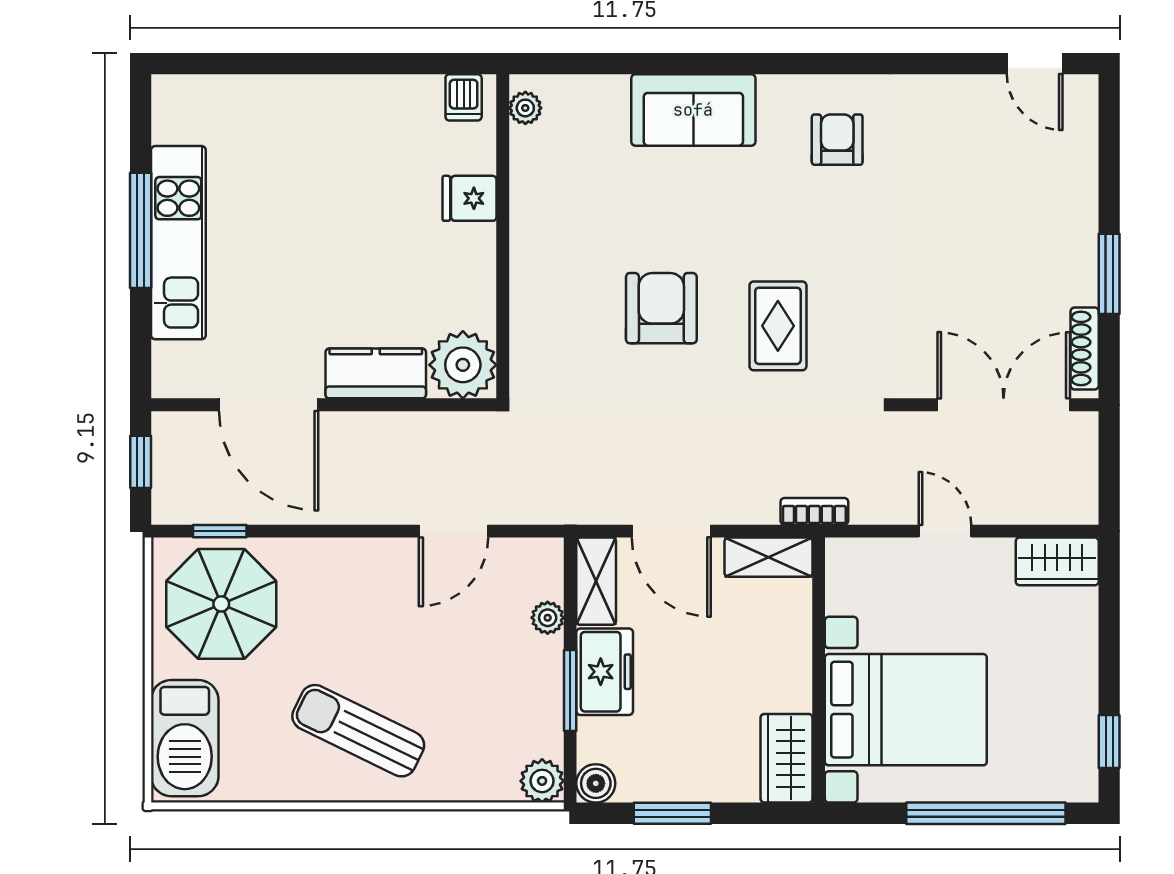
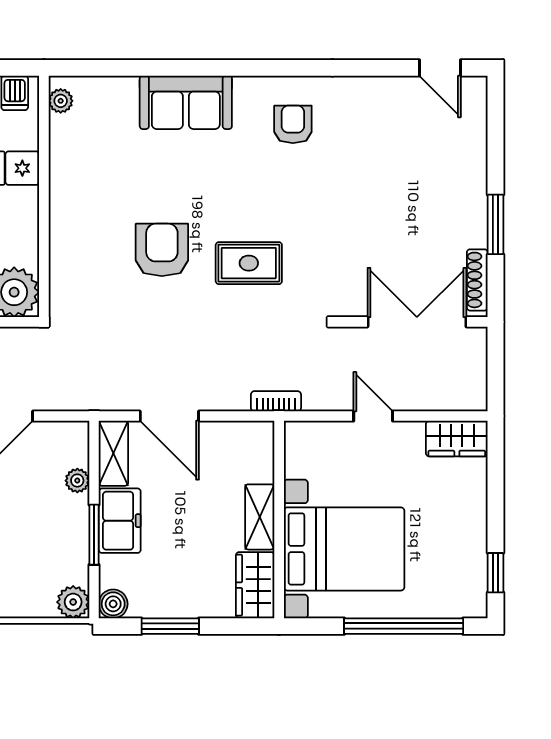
rug: (778, 326) -> (249, 263), turned 90
shelving: (768, 557) -> (260, 517), moved, turned 90

